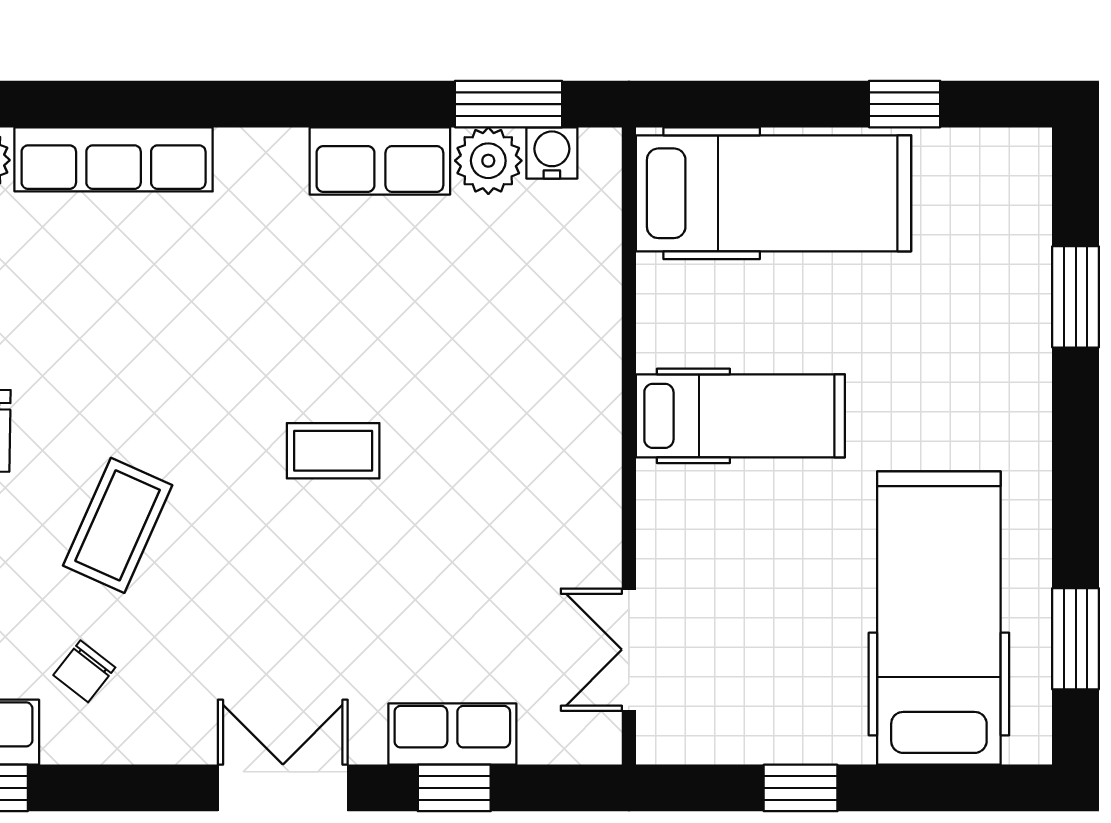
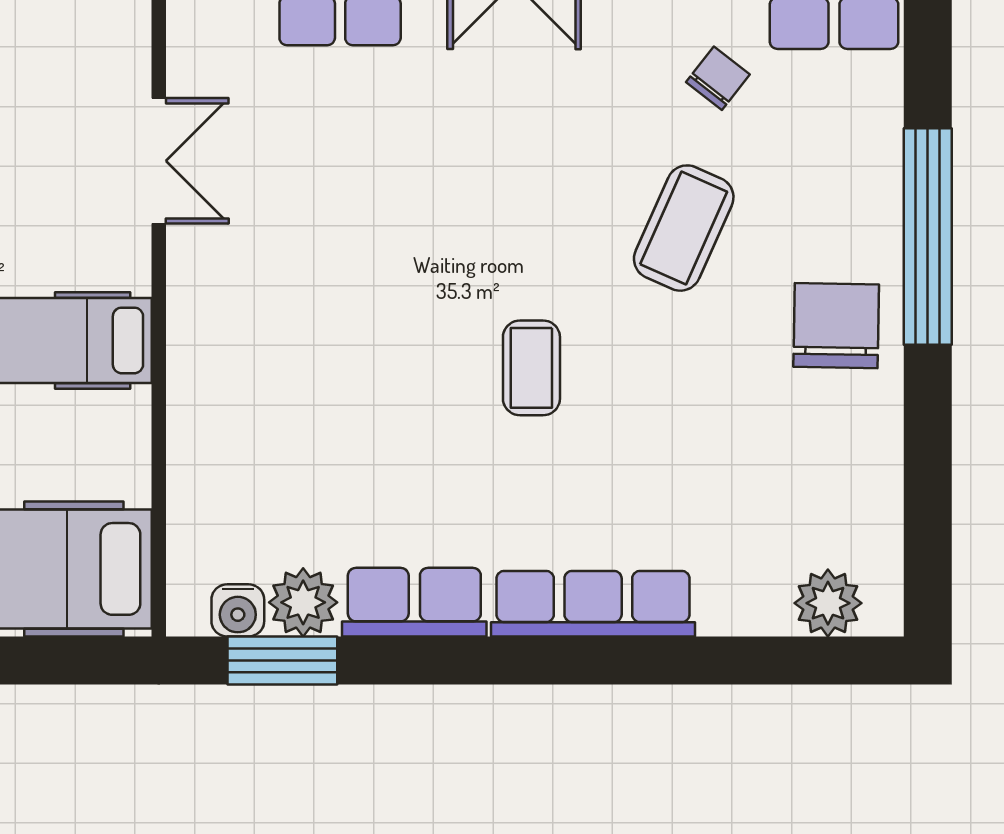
row of seats: (114, 159) -> (593, 604), moved
coffee table: (333, 451) -> (531, 368), moved, turned 90
double door: (629, 650) -> (159, 161), moved

